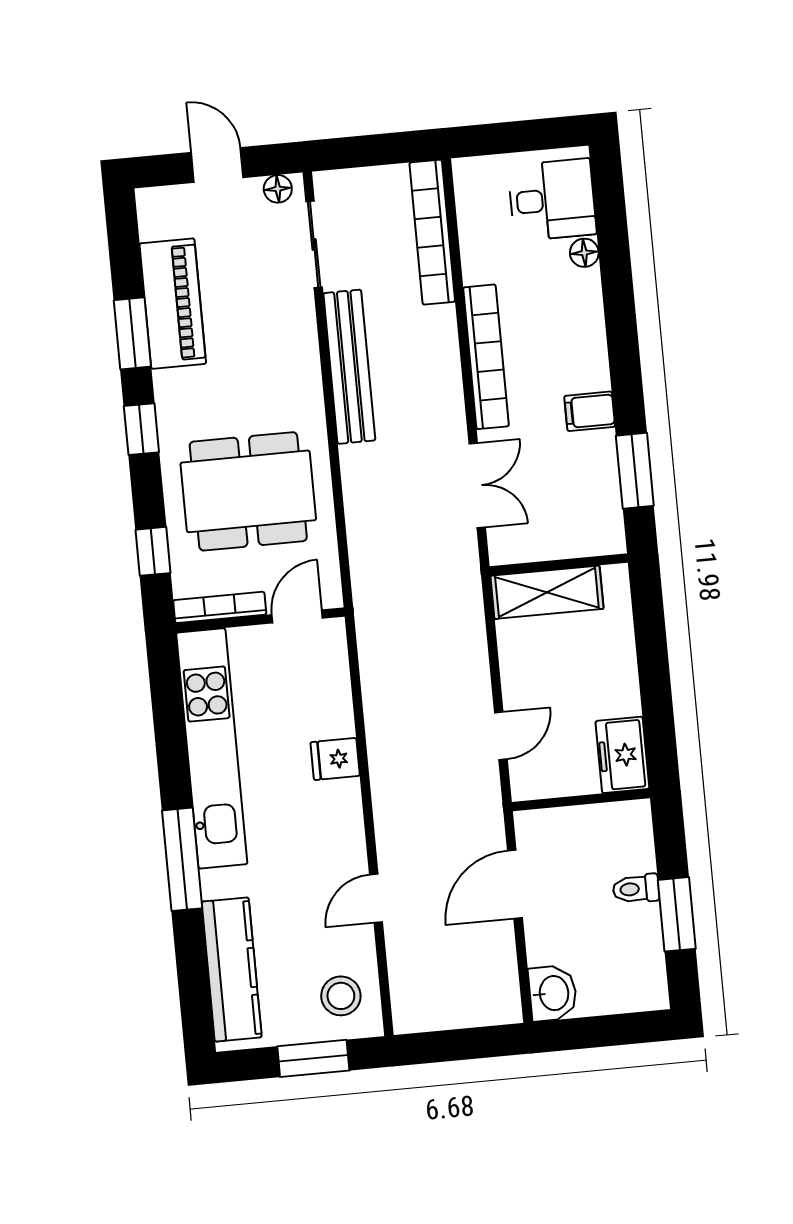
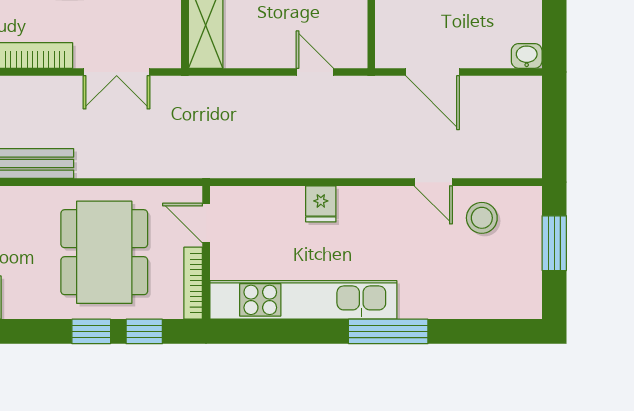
window: (141, 429) -> (91, 331), moved
double door: (477, 485) -> (117, 72), swing flipped
kitchen counter: (232, 969) -> (478, 301), removed
washbasin: (553, 993) -> (527, 56), width x0.72, depth x0.69
stool: (341, 996) -> (482, 218), moved

